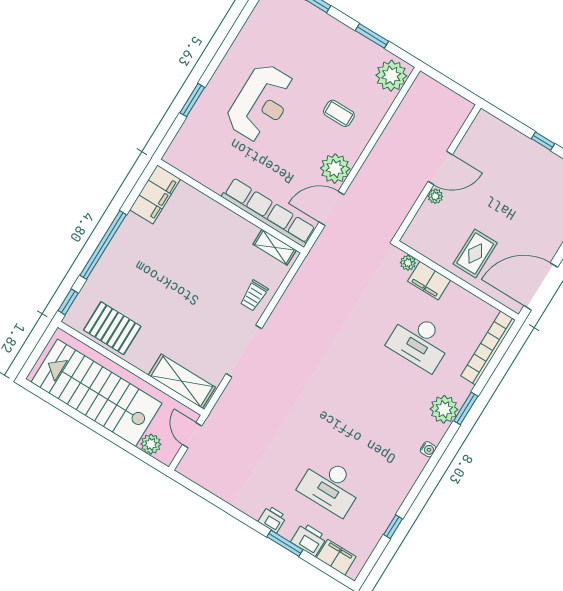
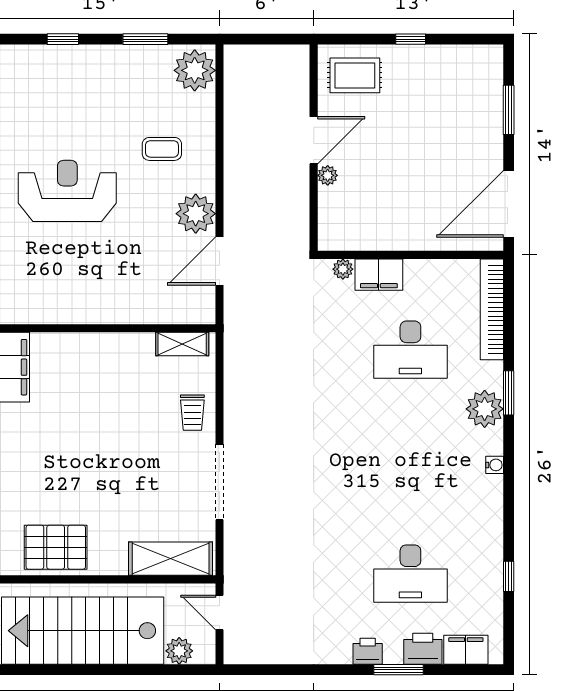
reception desk: (261, 103) -> (67, 191), turned -90
row of seats: (268, 212) -> (151, 309), removed
rug: (475, 253) -> (355, 75), moved, turned 90

